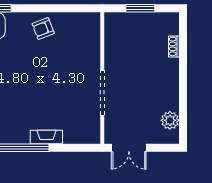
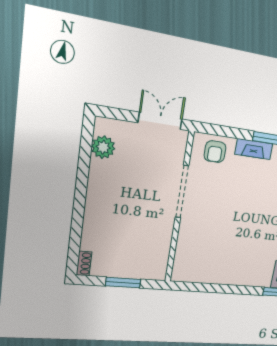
armchair: (43, 28) -> (215, 152), moved, turned 111
shoe rack: (174, 46) -> (84, 263), moved

